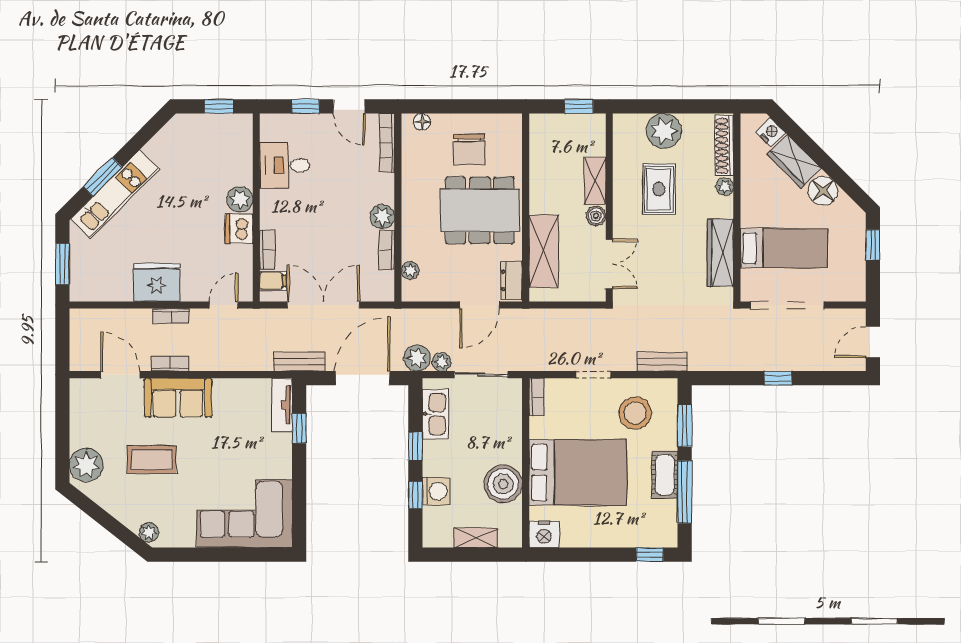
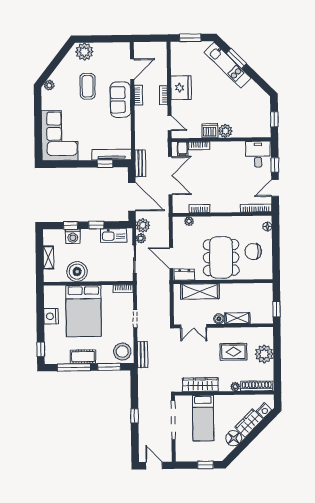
desk: (285, 165) -> (258, 154), moved
plant: (382, 217) -> (217, 206), removed
tv unit: (282, 405) -> (112, 155), width x1.41
stool: (635, 413) -> (122, 352), moved
nightstand: (544, 534) -> (51, 316), moved

